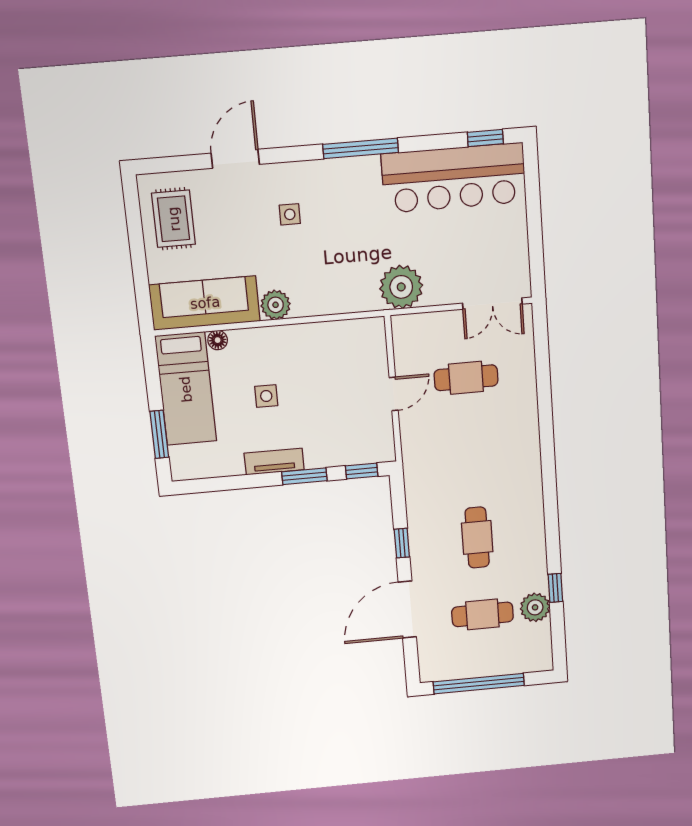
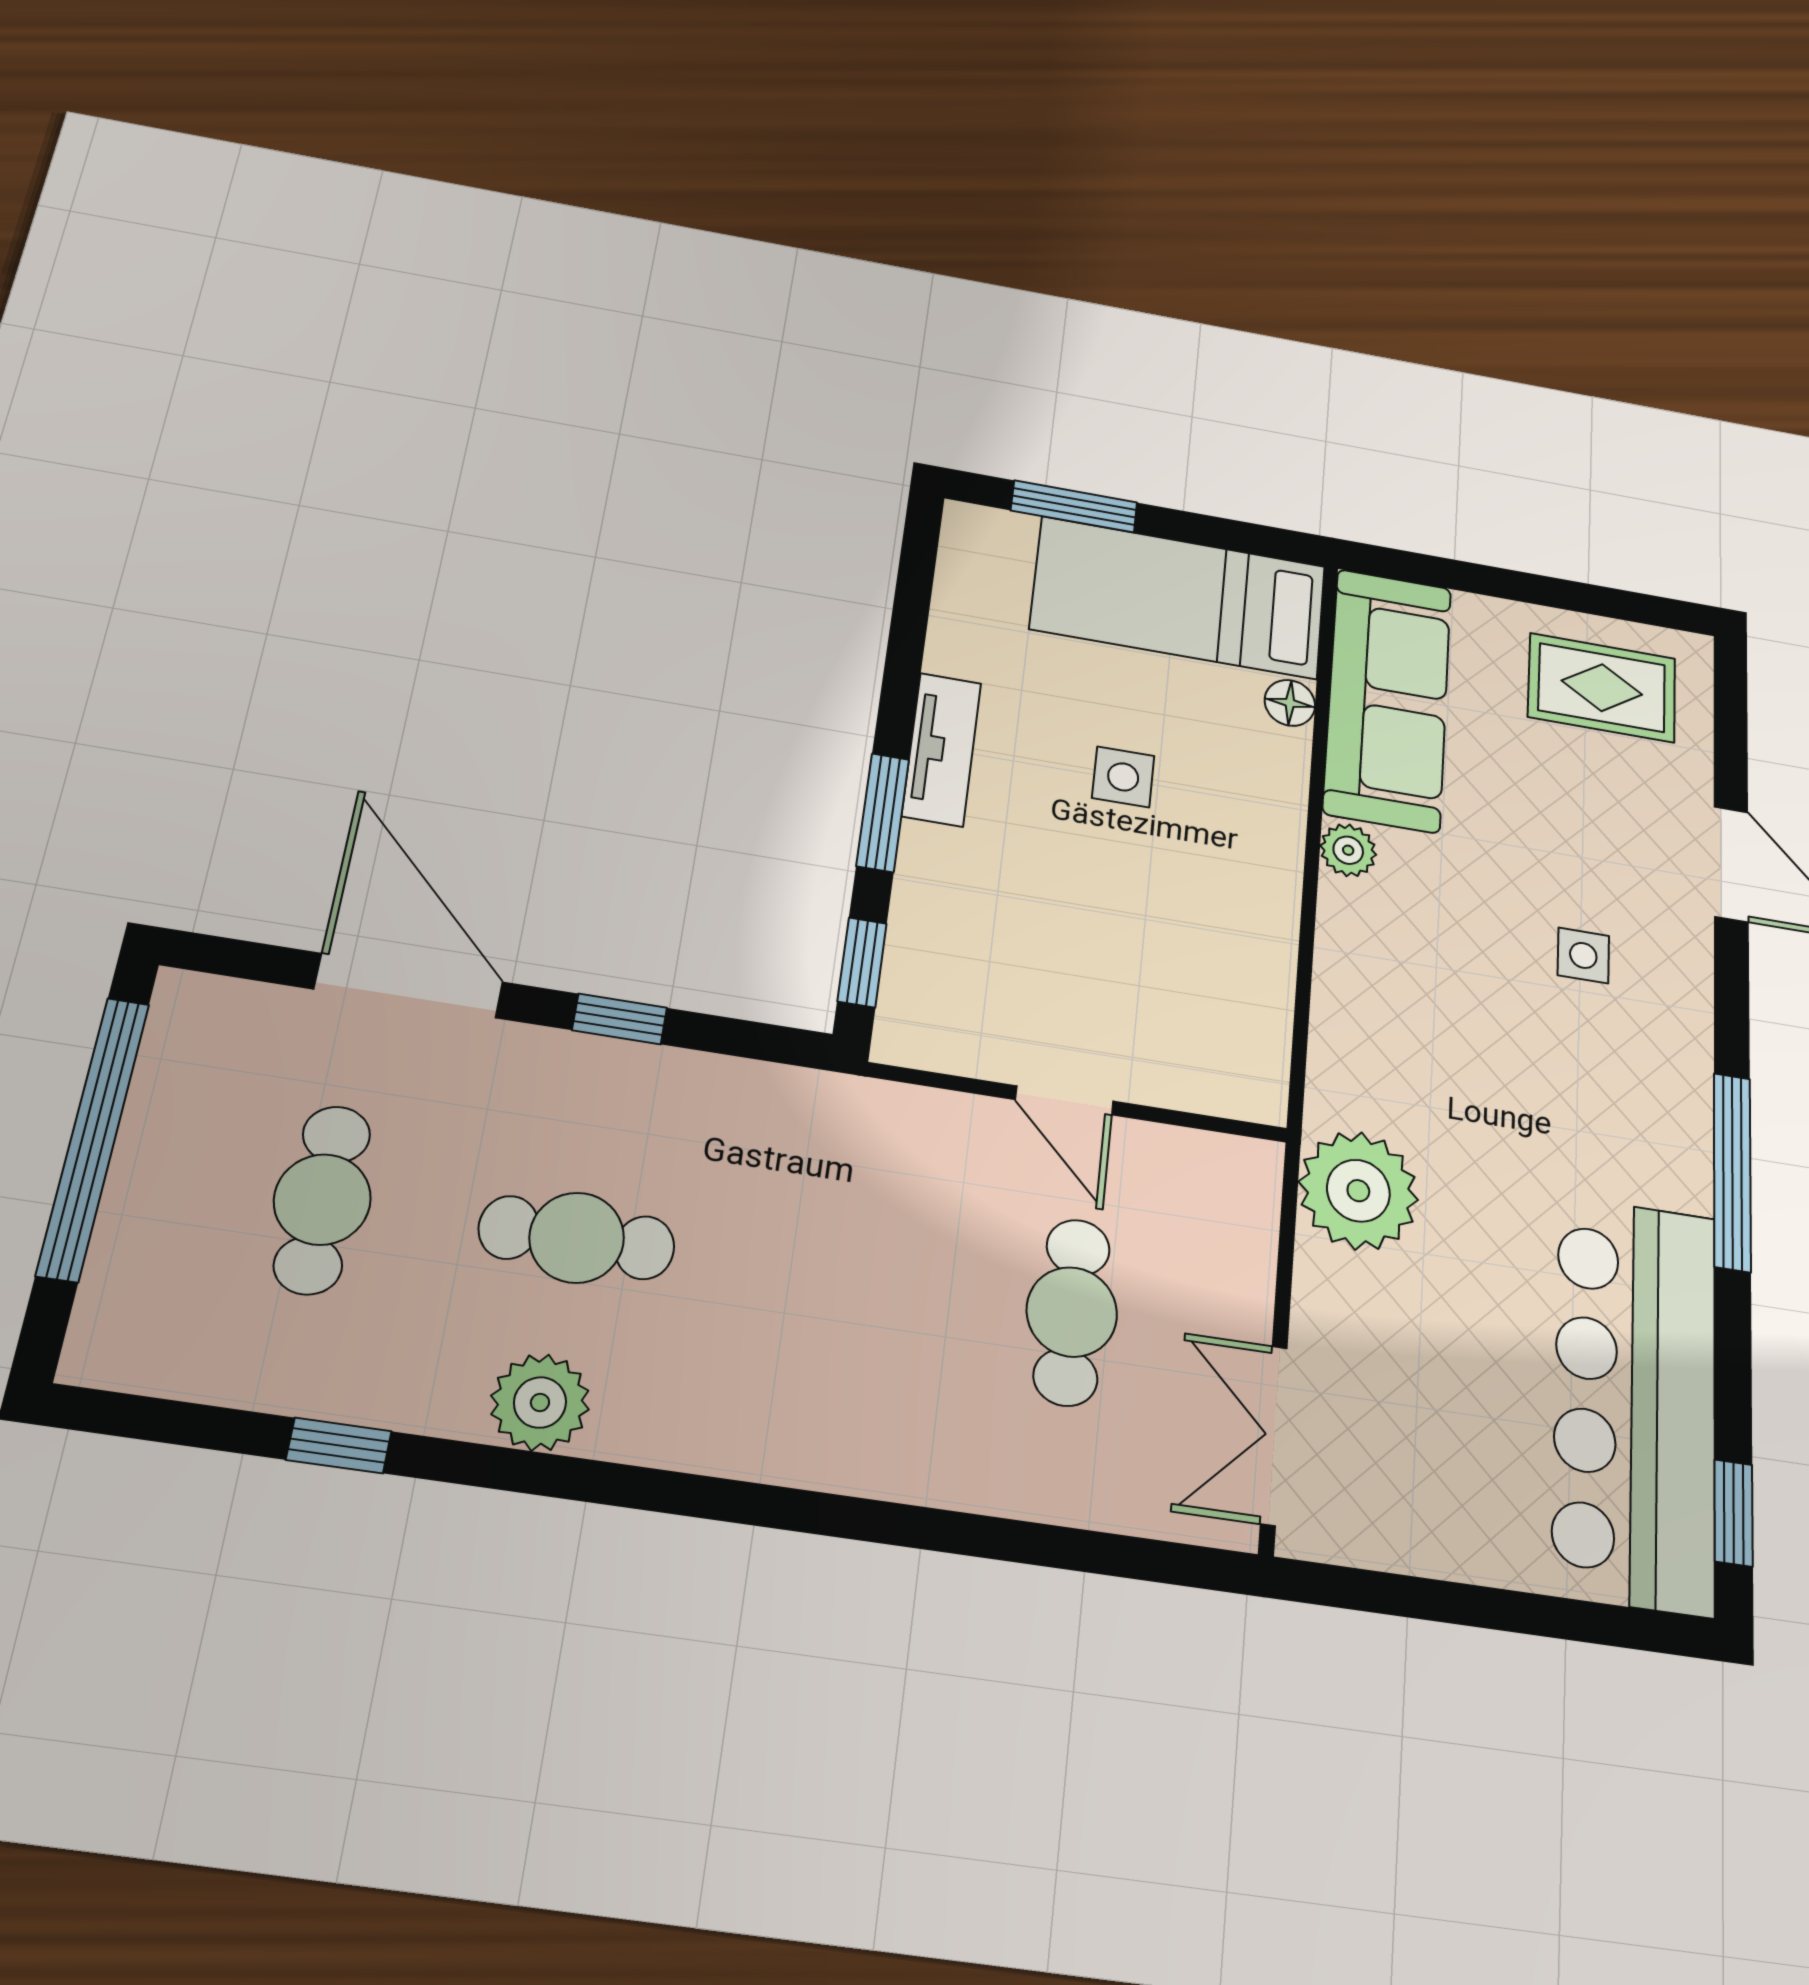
plant: (276, 305) -> (1348, 850), width x0.73, depth x0.73
plant: (535, 607) -> (540, 1402), moved

